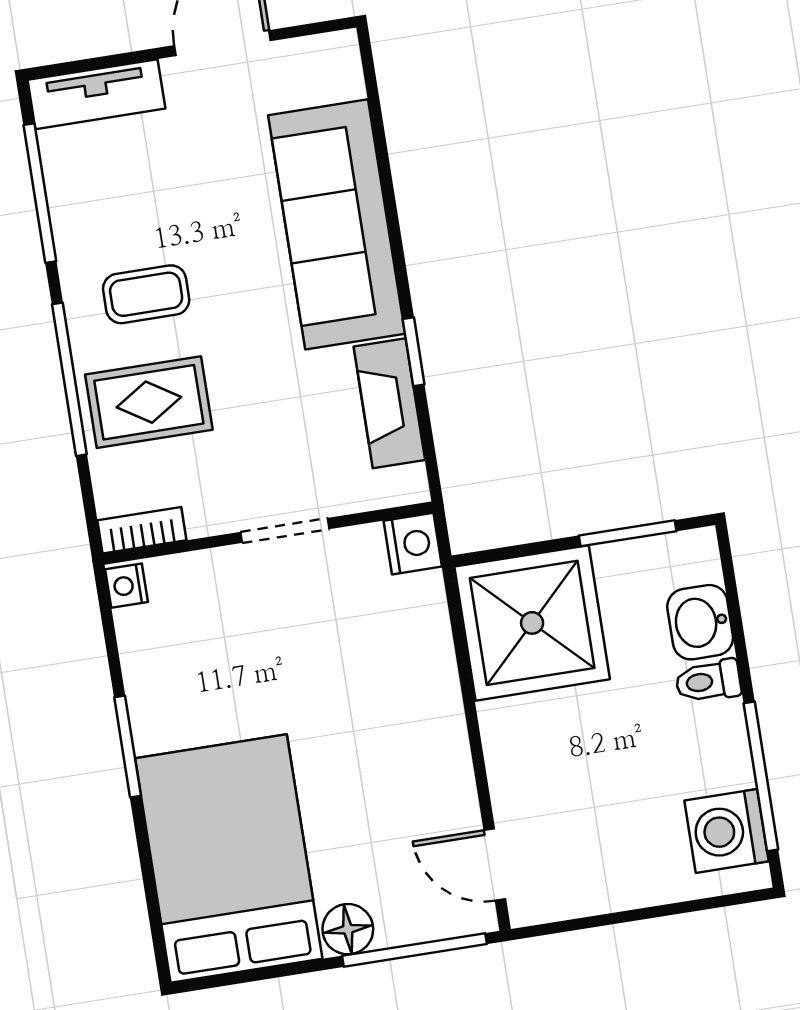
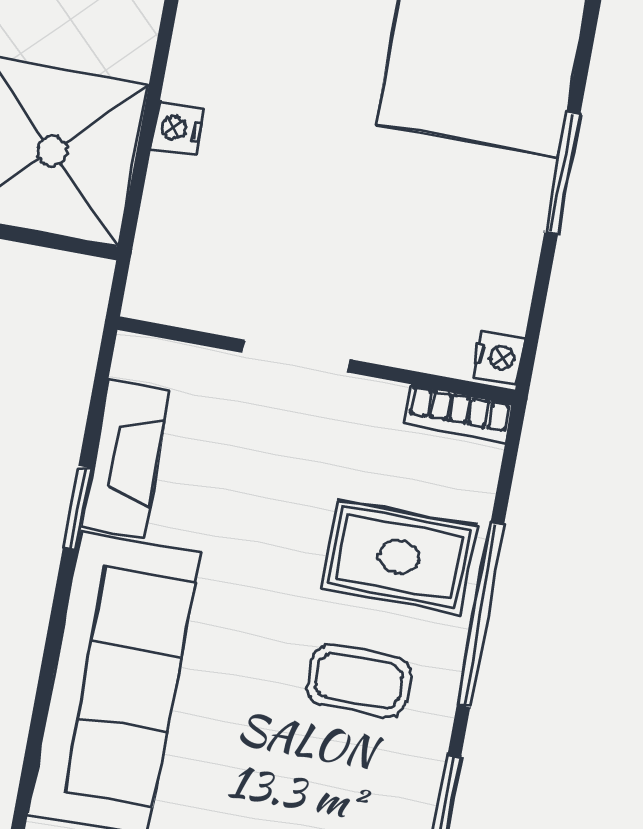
nightstand: (413, 544) -> (178, 128), moved, width x0.72, depth x0.74

